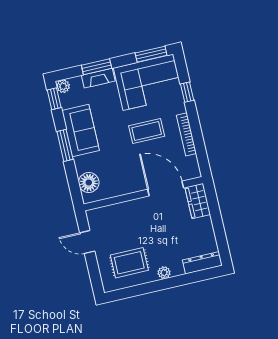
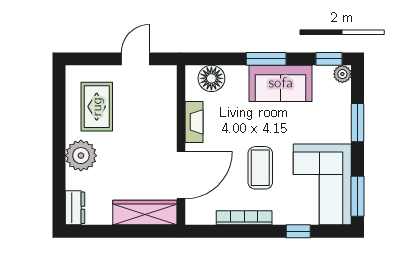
fireplace: (98, 78) -> (194, 122), moved, turned 180
wardrobe: (198, 201) -> (145, 213), width x1.50
dresser: (202, 263) -> (75, 208), width x0.70
plant: (164, 273) -> (81, 156), width x1.87, depth x1.87

